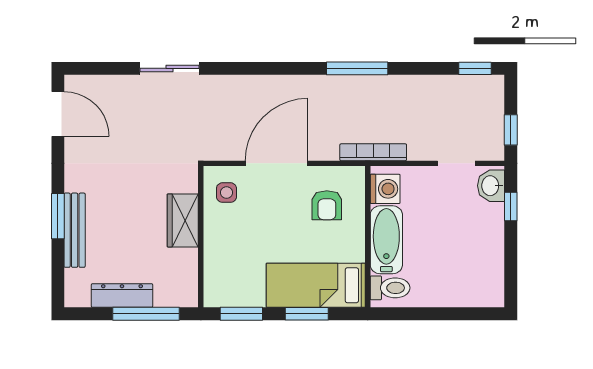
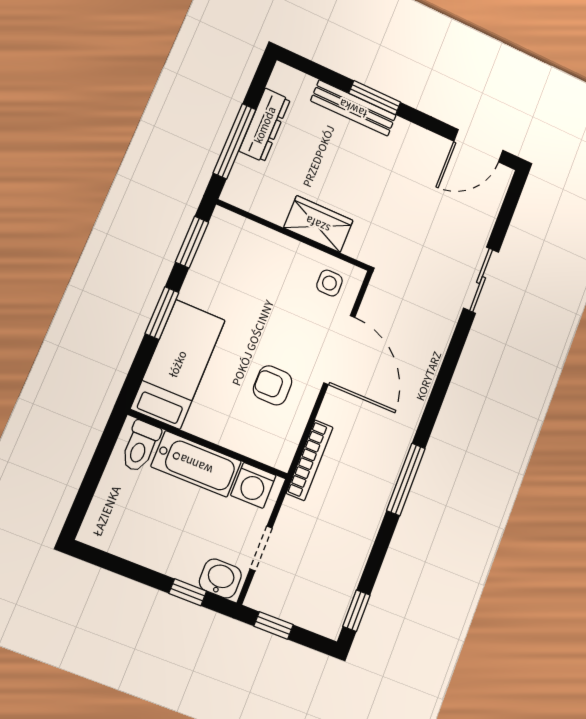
washing machine: (385, 189) -> (253, 485), moved
wall: (368, 237) -> (208, 444), moved
bathtub: (386, 240) -> (196, 464), moved
bed: (316, 285) -> (178, 364), moved
toilet: (390, 288) -> (140, 446), moved

